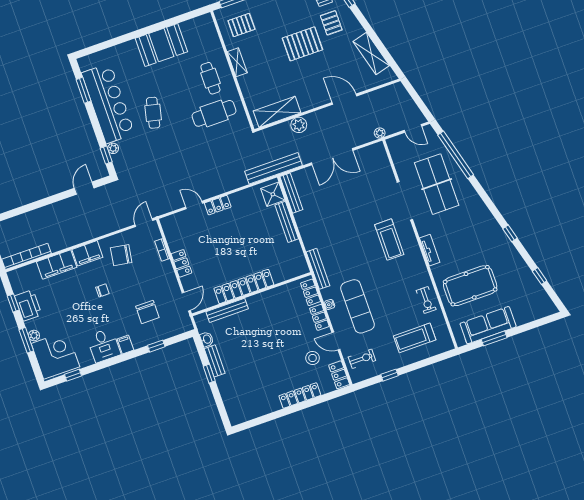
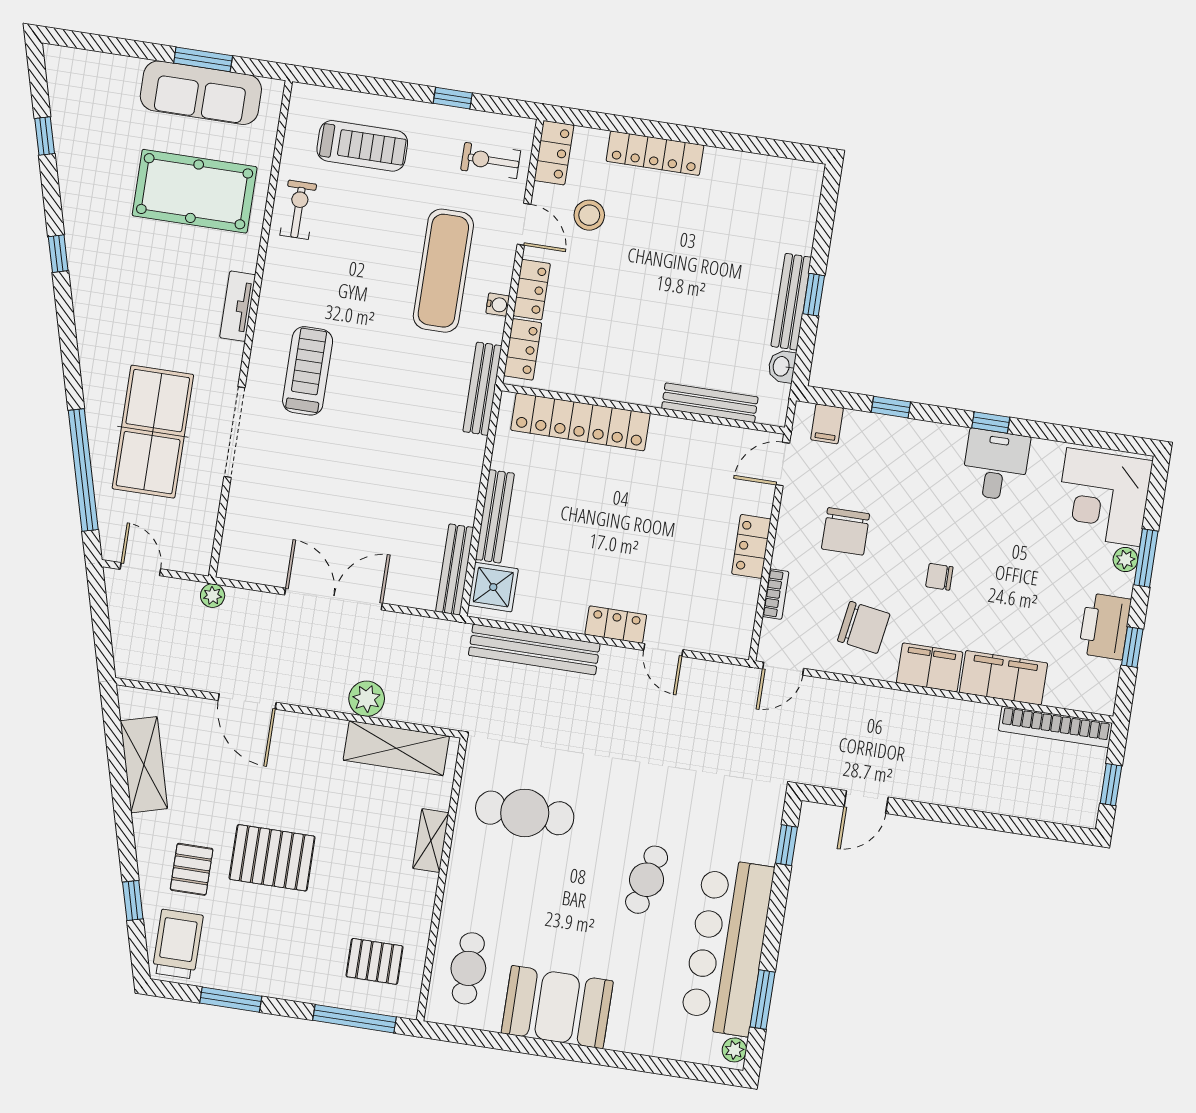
shelving: (237, 62) -> (431, 841), moved
cafe table: (210, 78) -> (468, 968), moved
plant: (113, 148) -> (734, 1050), moved
bench: (273, 168) -> (534, 649), moved
locker: (244, 286) -> (580, 422), moved
chair: (147, 312) -> (846, 531), moved, turned 180
filing cabinet: (125, 345) -> (827, 424), moved
bench: (215, 361) -> (791, 302), width x1.36
window: (73, 375) -> (991, 423), moved

